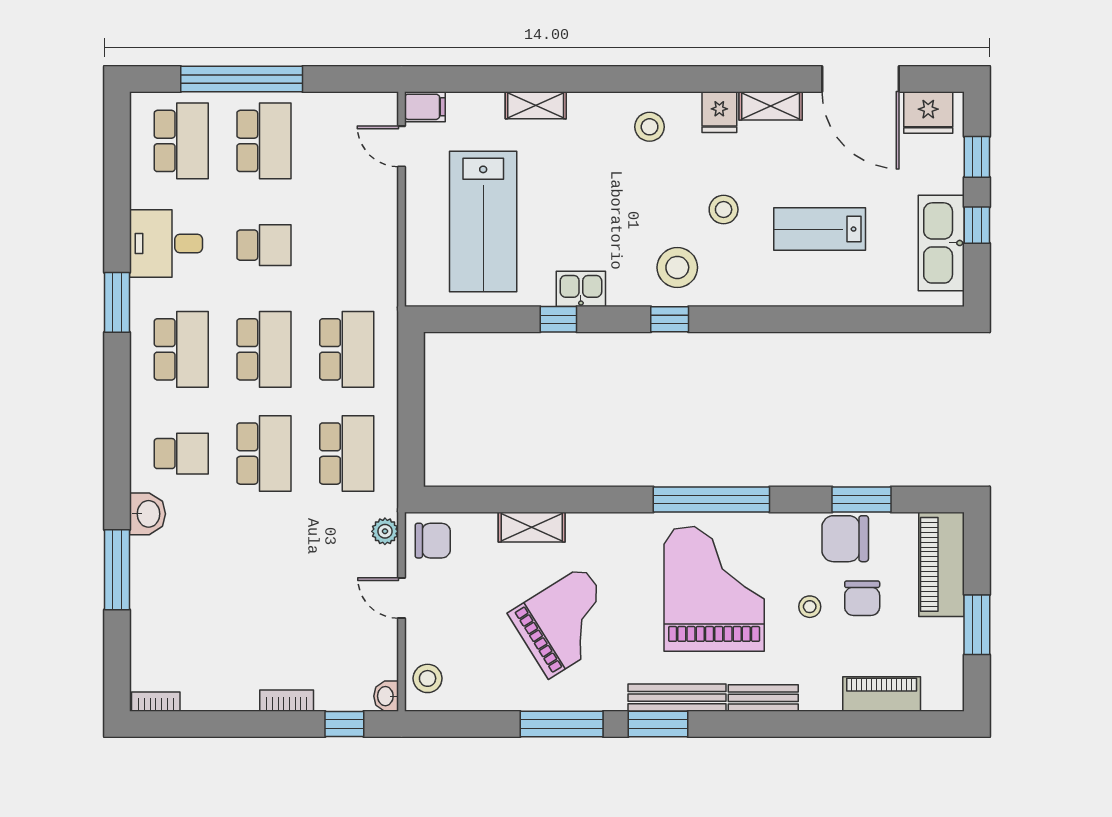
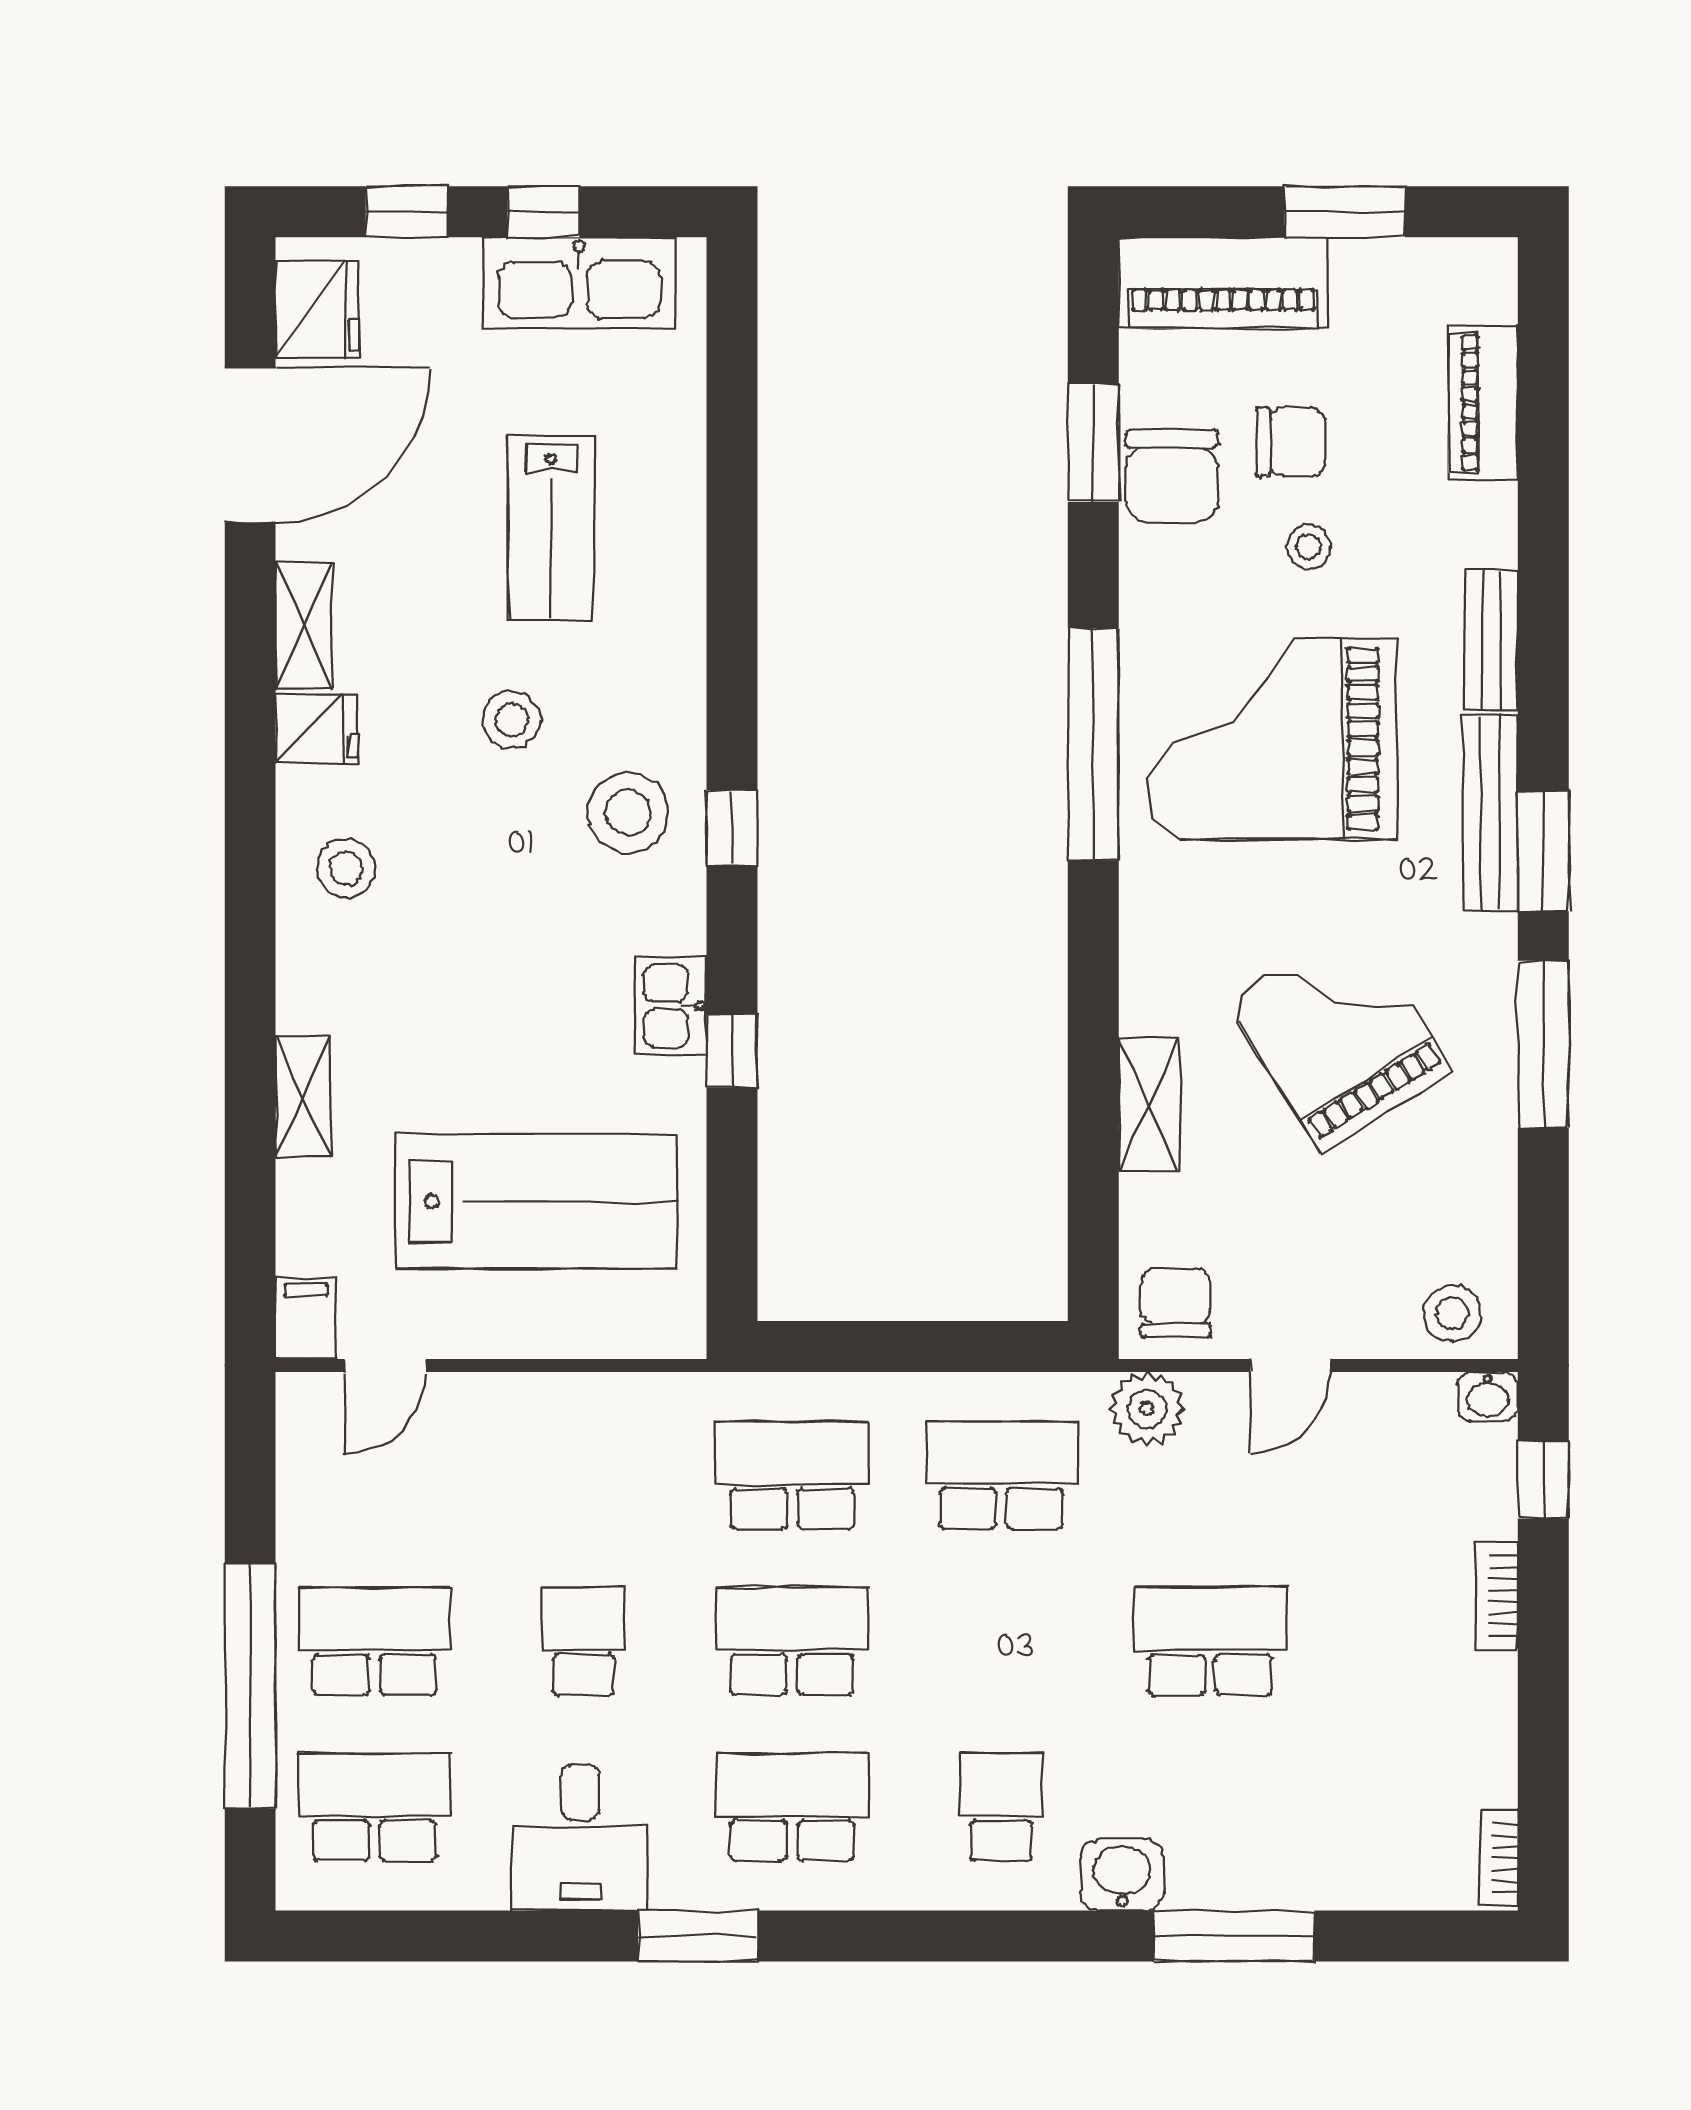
school desk: (264, 454) -> (1210, 1641), moved
plant: (385, 531) -> (1147, 1409), width x1.38, depth x1.38

